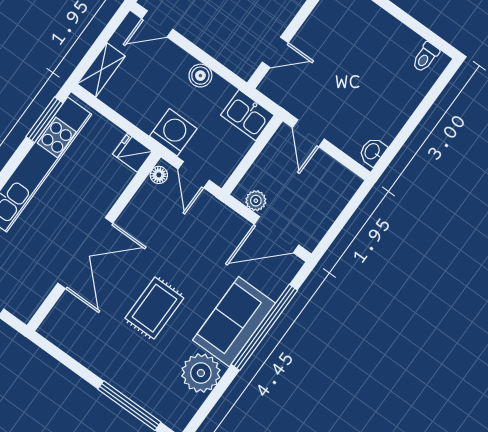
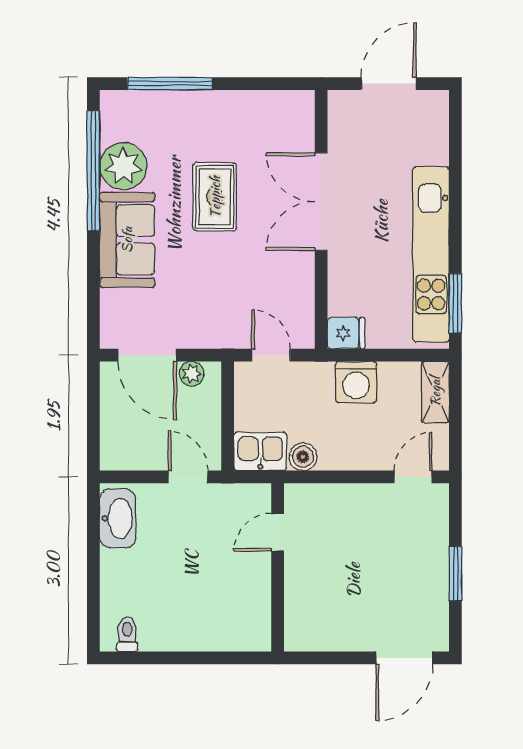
boiler: (200, 76) -> (303, 457), moved
washing machine: (173, 132) -> (356, 382), moved
washbasin: (373, 152) -> (118, 518), width x1.91, depth x1.45
floor lamp: (159, 175) -> (305, 330), removed
door: (277, 235) -> (147, 355), swing flipped
window: (264, 327) -> (93, 171), moved

